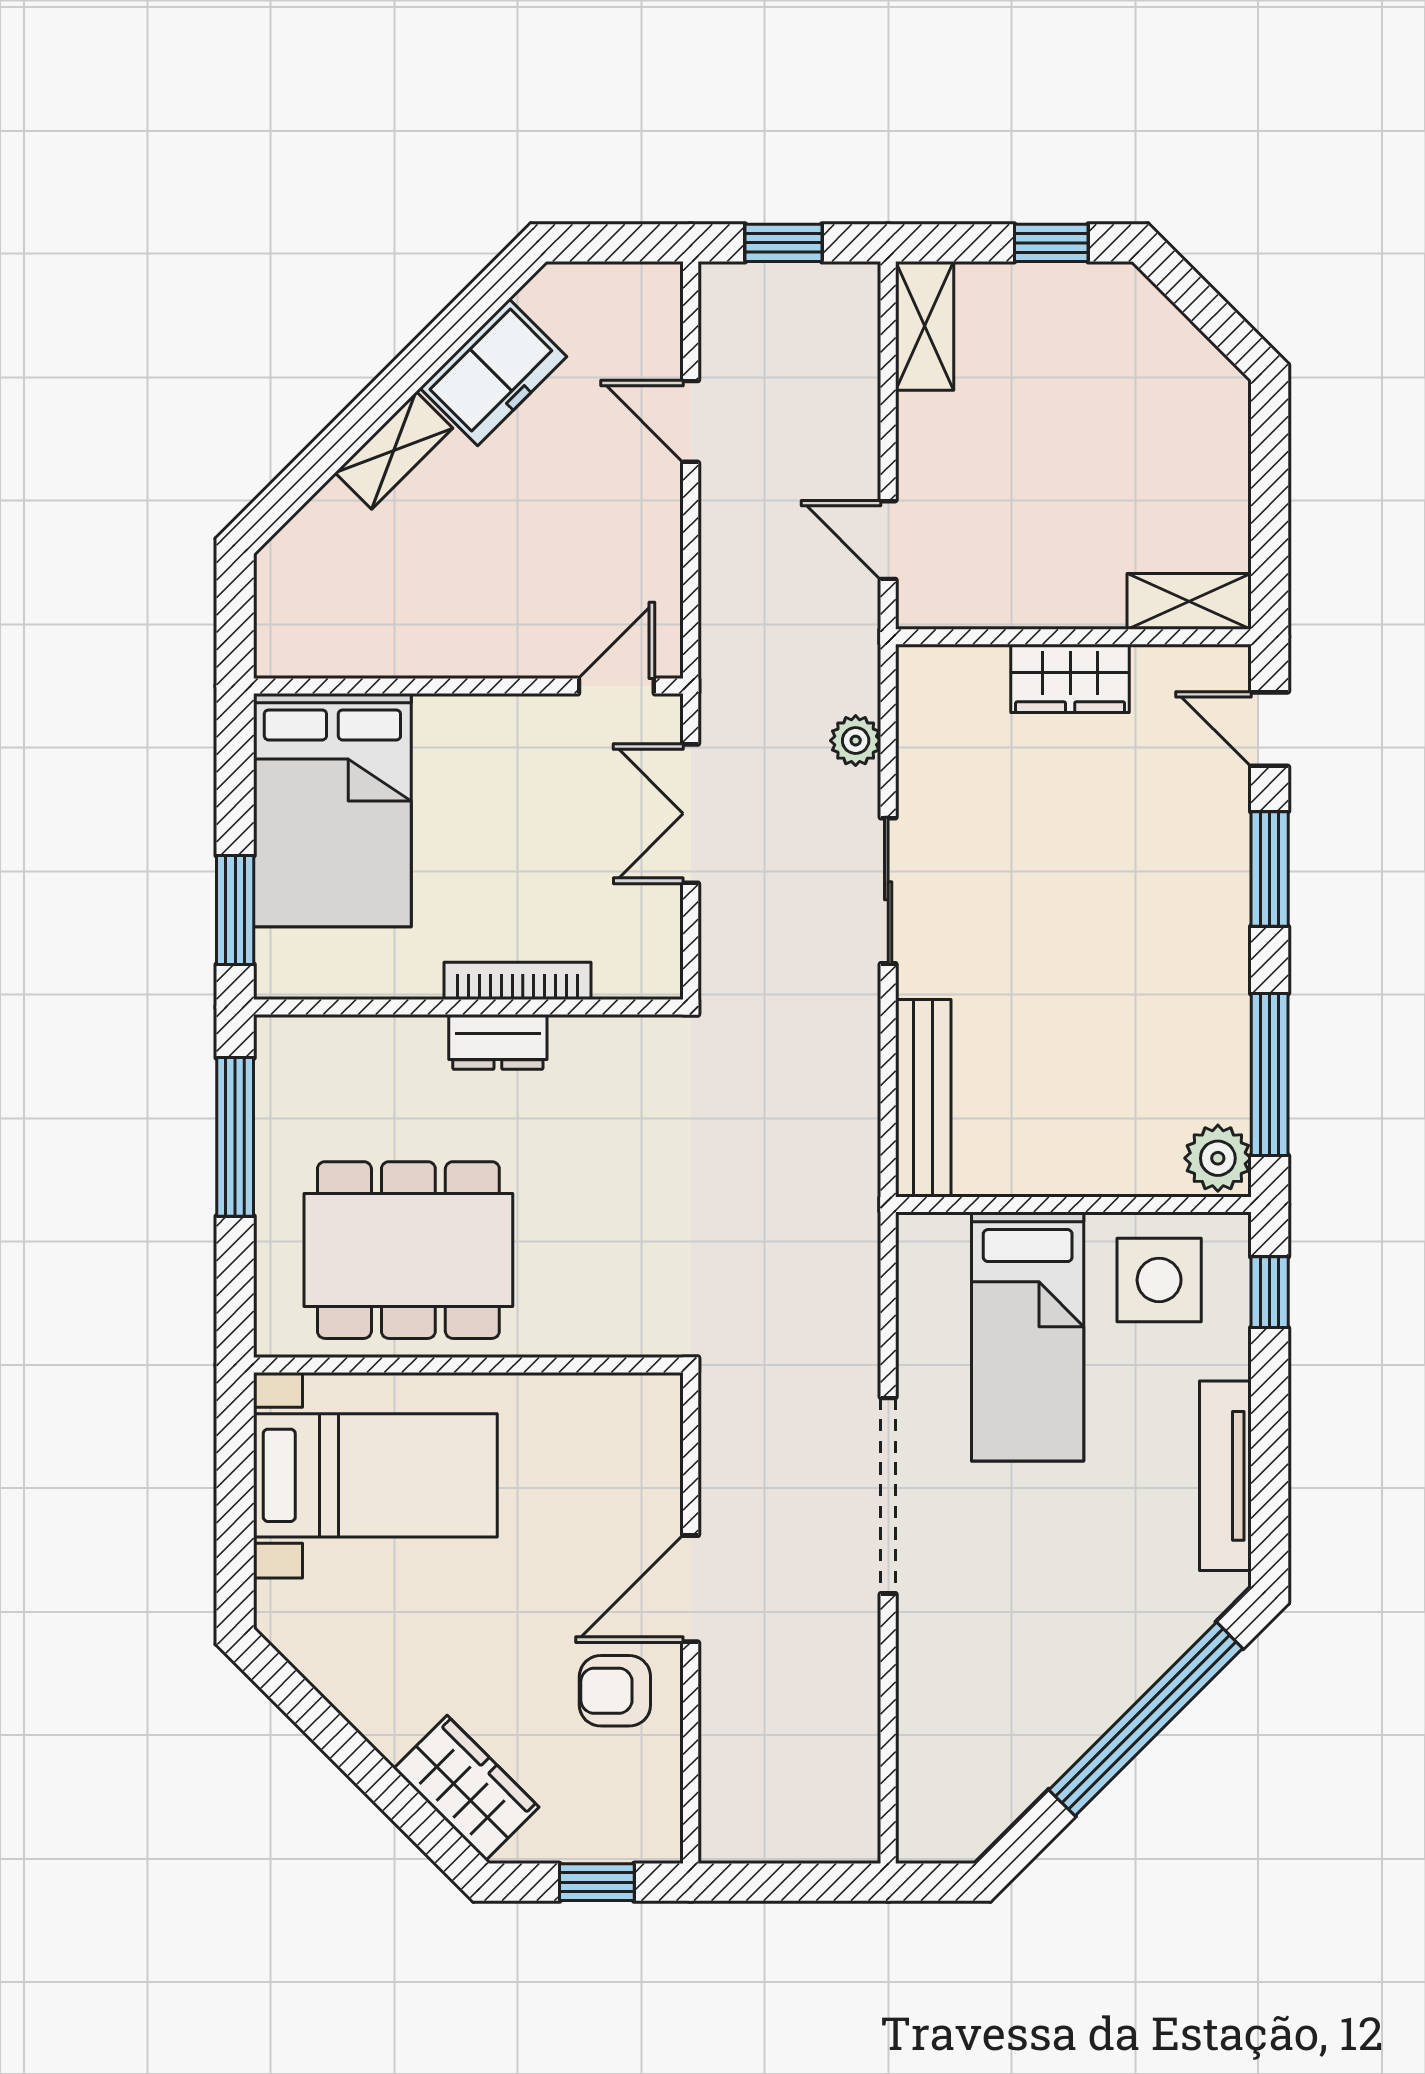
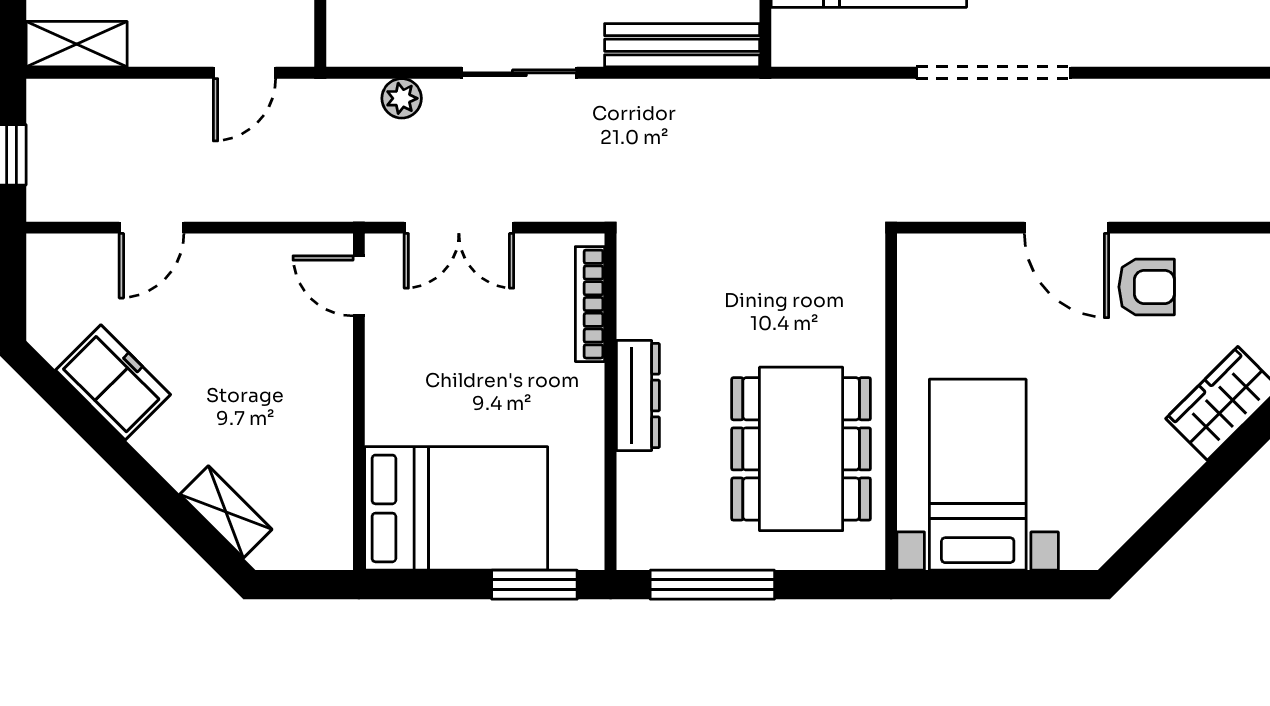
shelving: (394, 450) -> (226, 512), moved
bookcase: (517, 981) -> (590, 304), moved
dresser: (498, 1042) -> (638, 396), width x1.44
armchair: (615, 1691) -> (1147, 287), turned -90

